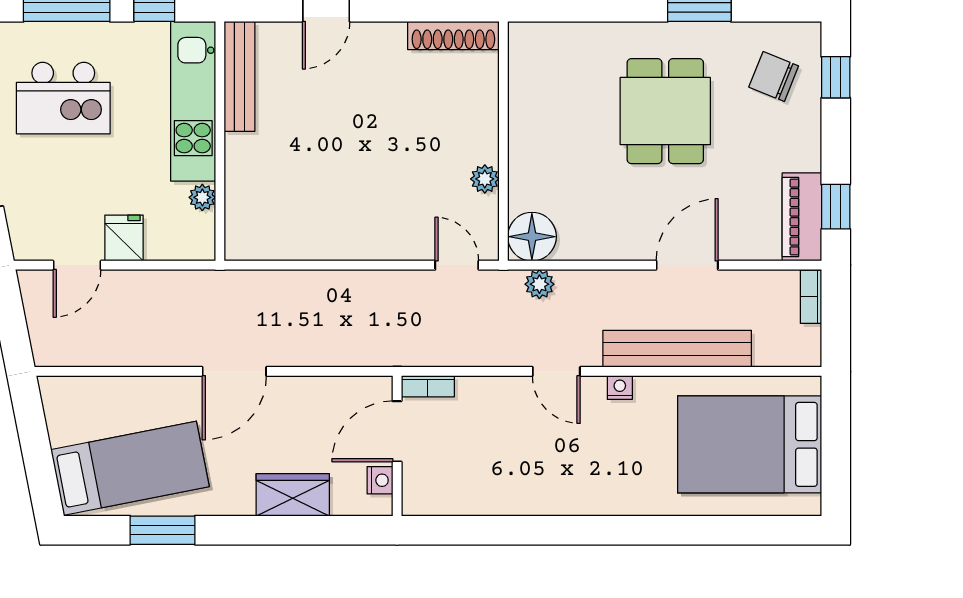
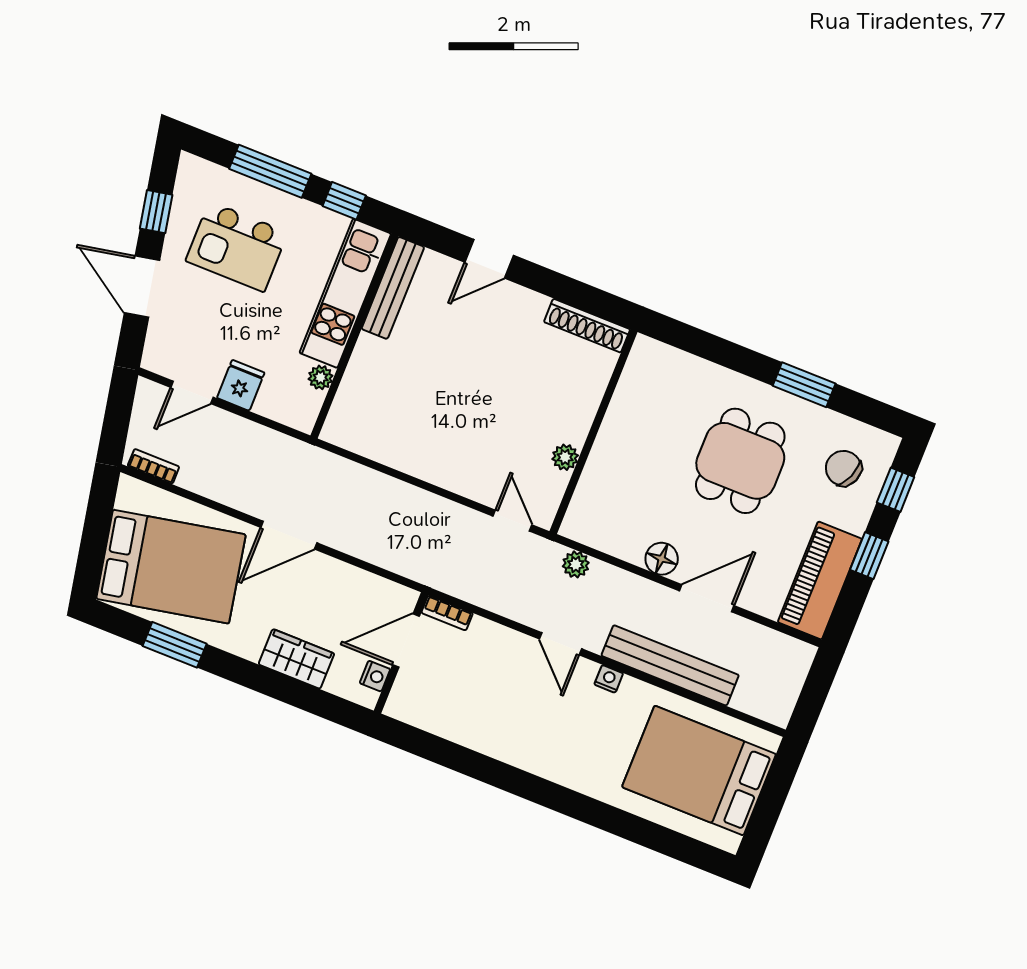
window: (836, 207) -> (869, 556), moved
piano: (802, 217) -> (820, 581), width x1.37, depth x1.33
floor lamp: (532, 237) -> (662, 559), moved, width x0.73, depth x0.73
bookcase: (811, 297) -> (153, 466), moved, turned 90
bed: (130, 468) -> (171, 567), width x1.50

